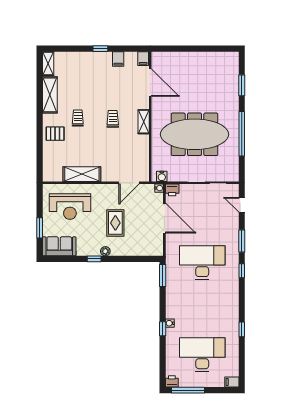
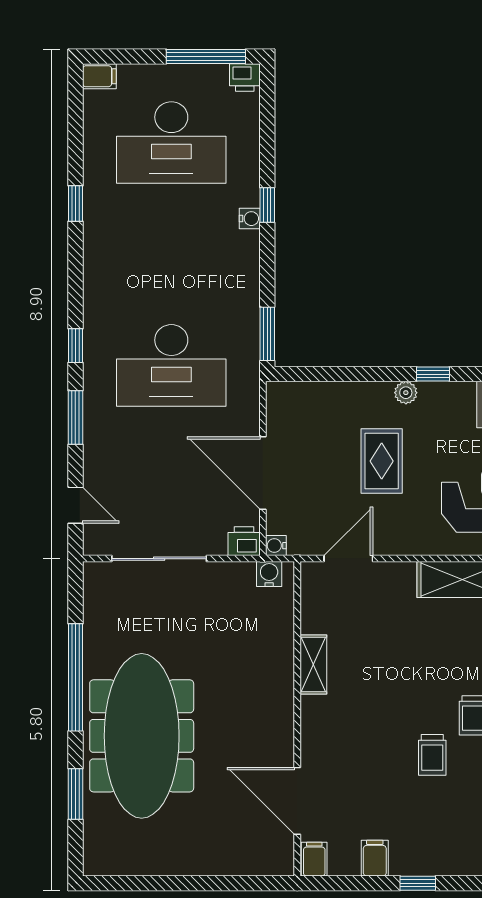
trolley: (113, 119) -> (432, 755), moved
shelving: (144, 122) -> (313, 664), moved
meeting table: (194, 134) -> (142, 736), moved, turned 90

